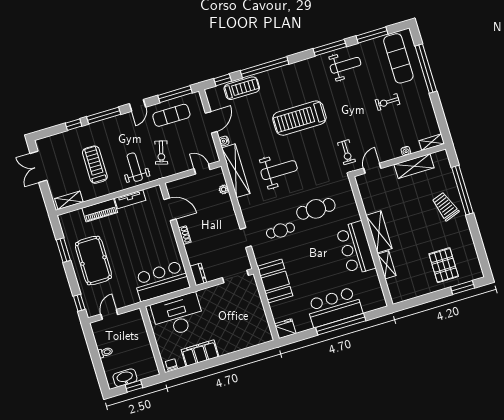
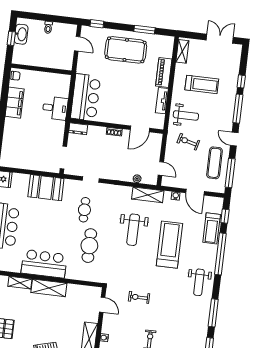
weight bench: (345, 65) -> (199, 282), moved
treadmill: (299, 118) -> (169, 245), moved
exercise bike: (346, 152) -> (139, 297), moved
door: (202, 169) -> (161, 169), hinge flipped
shelving: (236, 171) -> (148, 195), width x0.68
desk: (178, 315) -> (55, 108), width x0.53, depth x0.77

